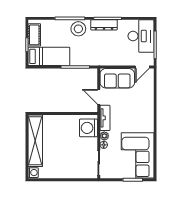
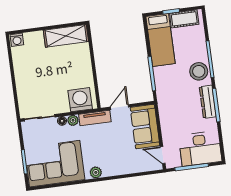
plant: (149, 123) -> (96, 172), added
shelving: (35, 141) -> (66, 36), width x0.68

